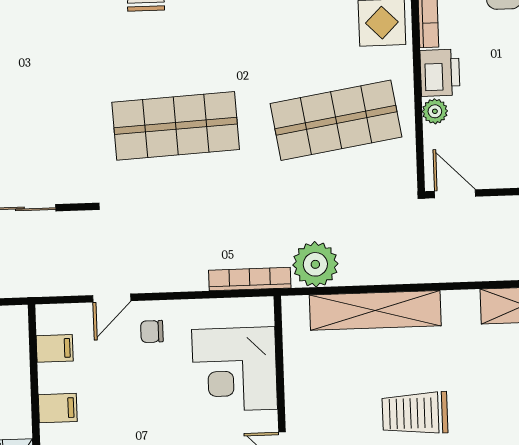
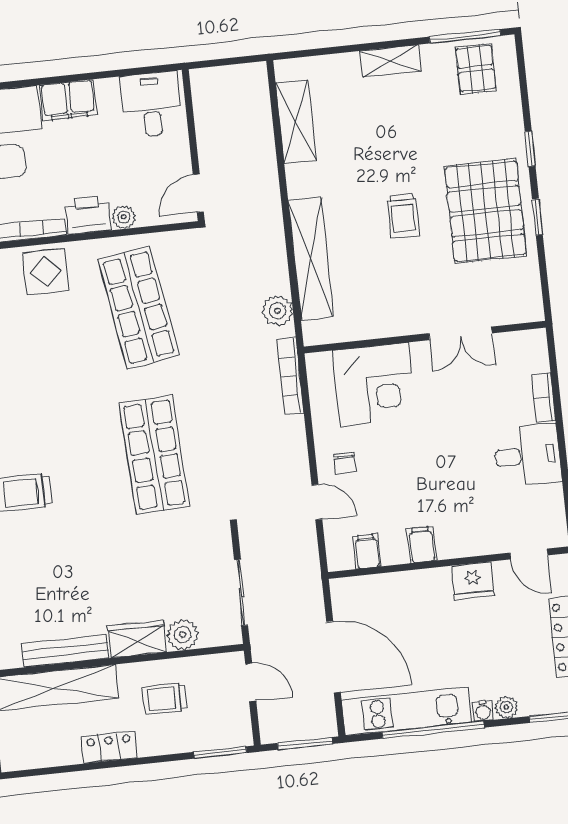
plant: (315, 264) -> (277, 311), width x0.73, depth x0.73
trolley: (415, 413) -> (403, 215), width x0.73, depth x0.72

